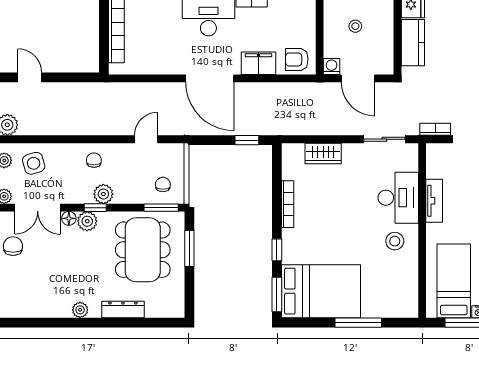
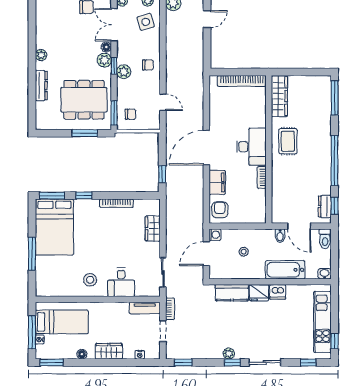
desk: (398, 198) -> (121, 282), width x0.73
tv unit: (434, 201) -> (145, 308), moved

